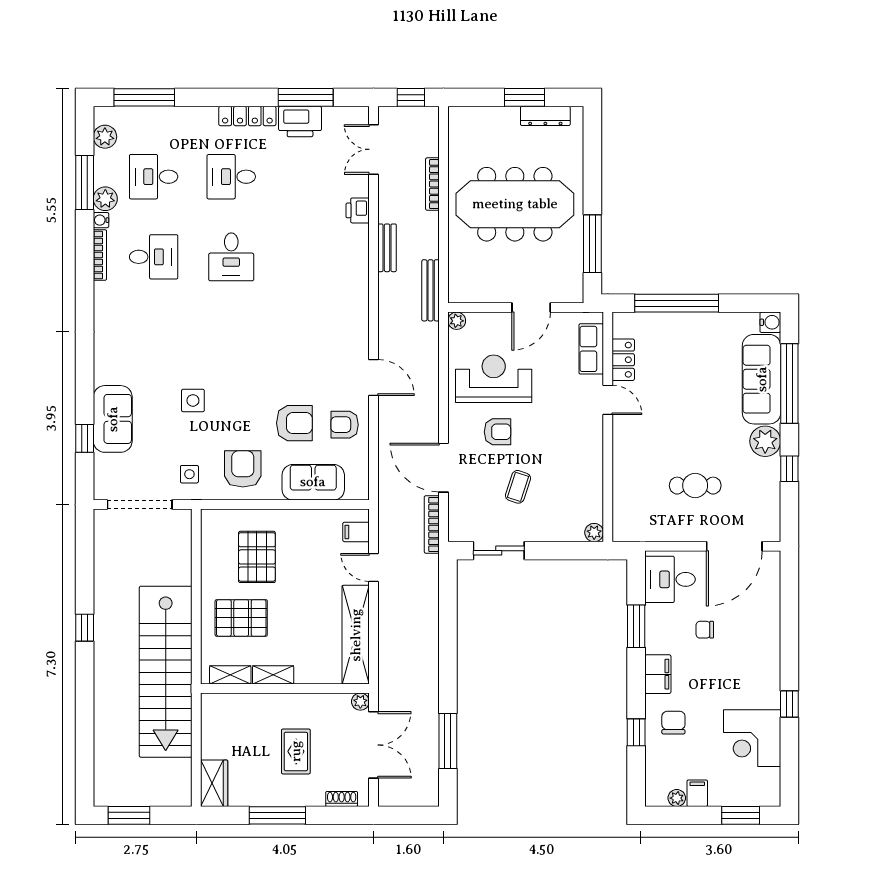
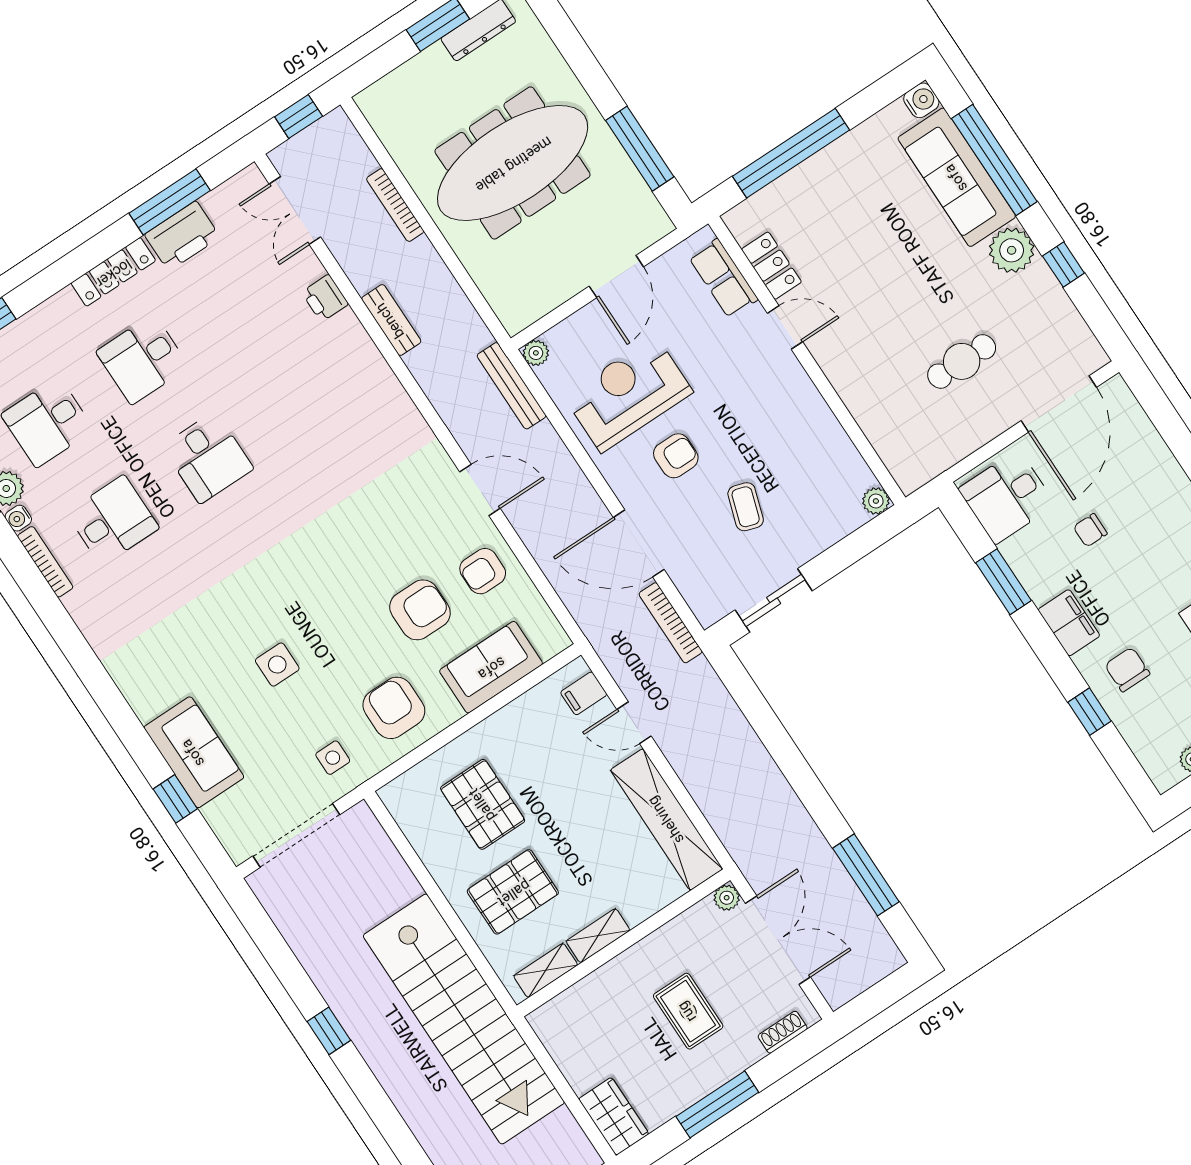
bench: (431, 290) -> (512, 386), moved

